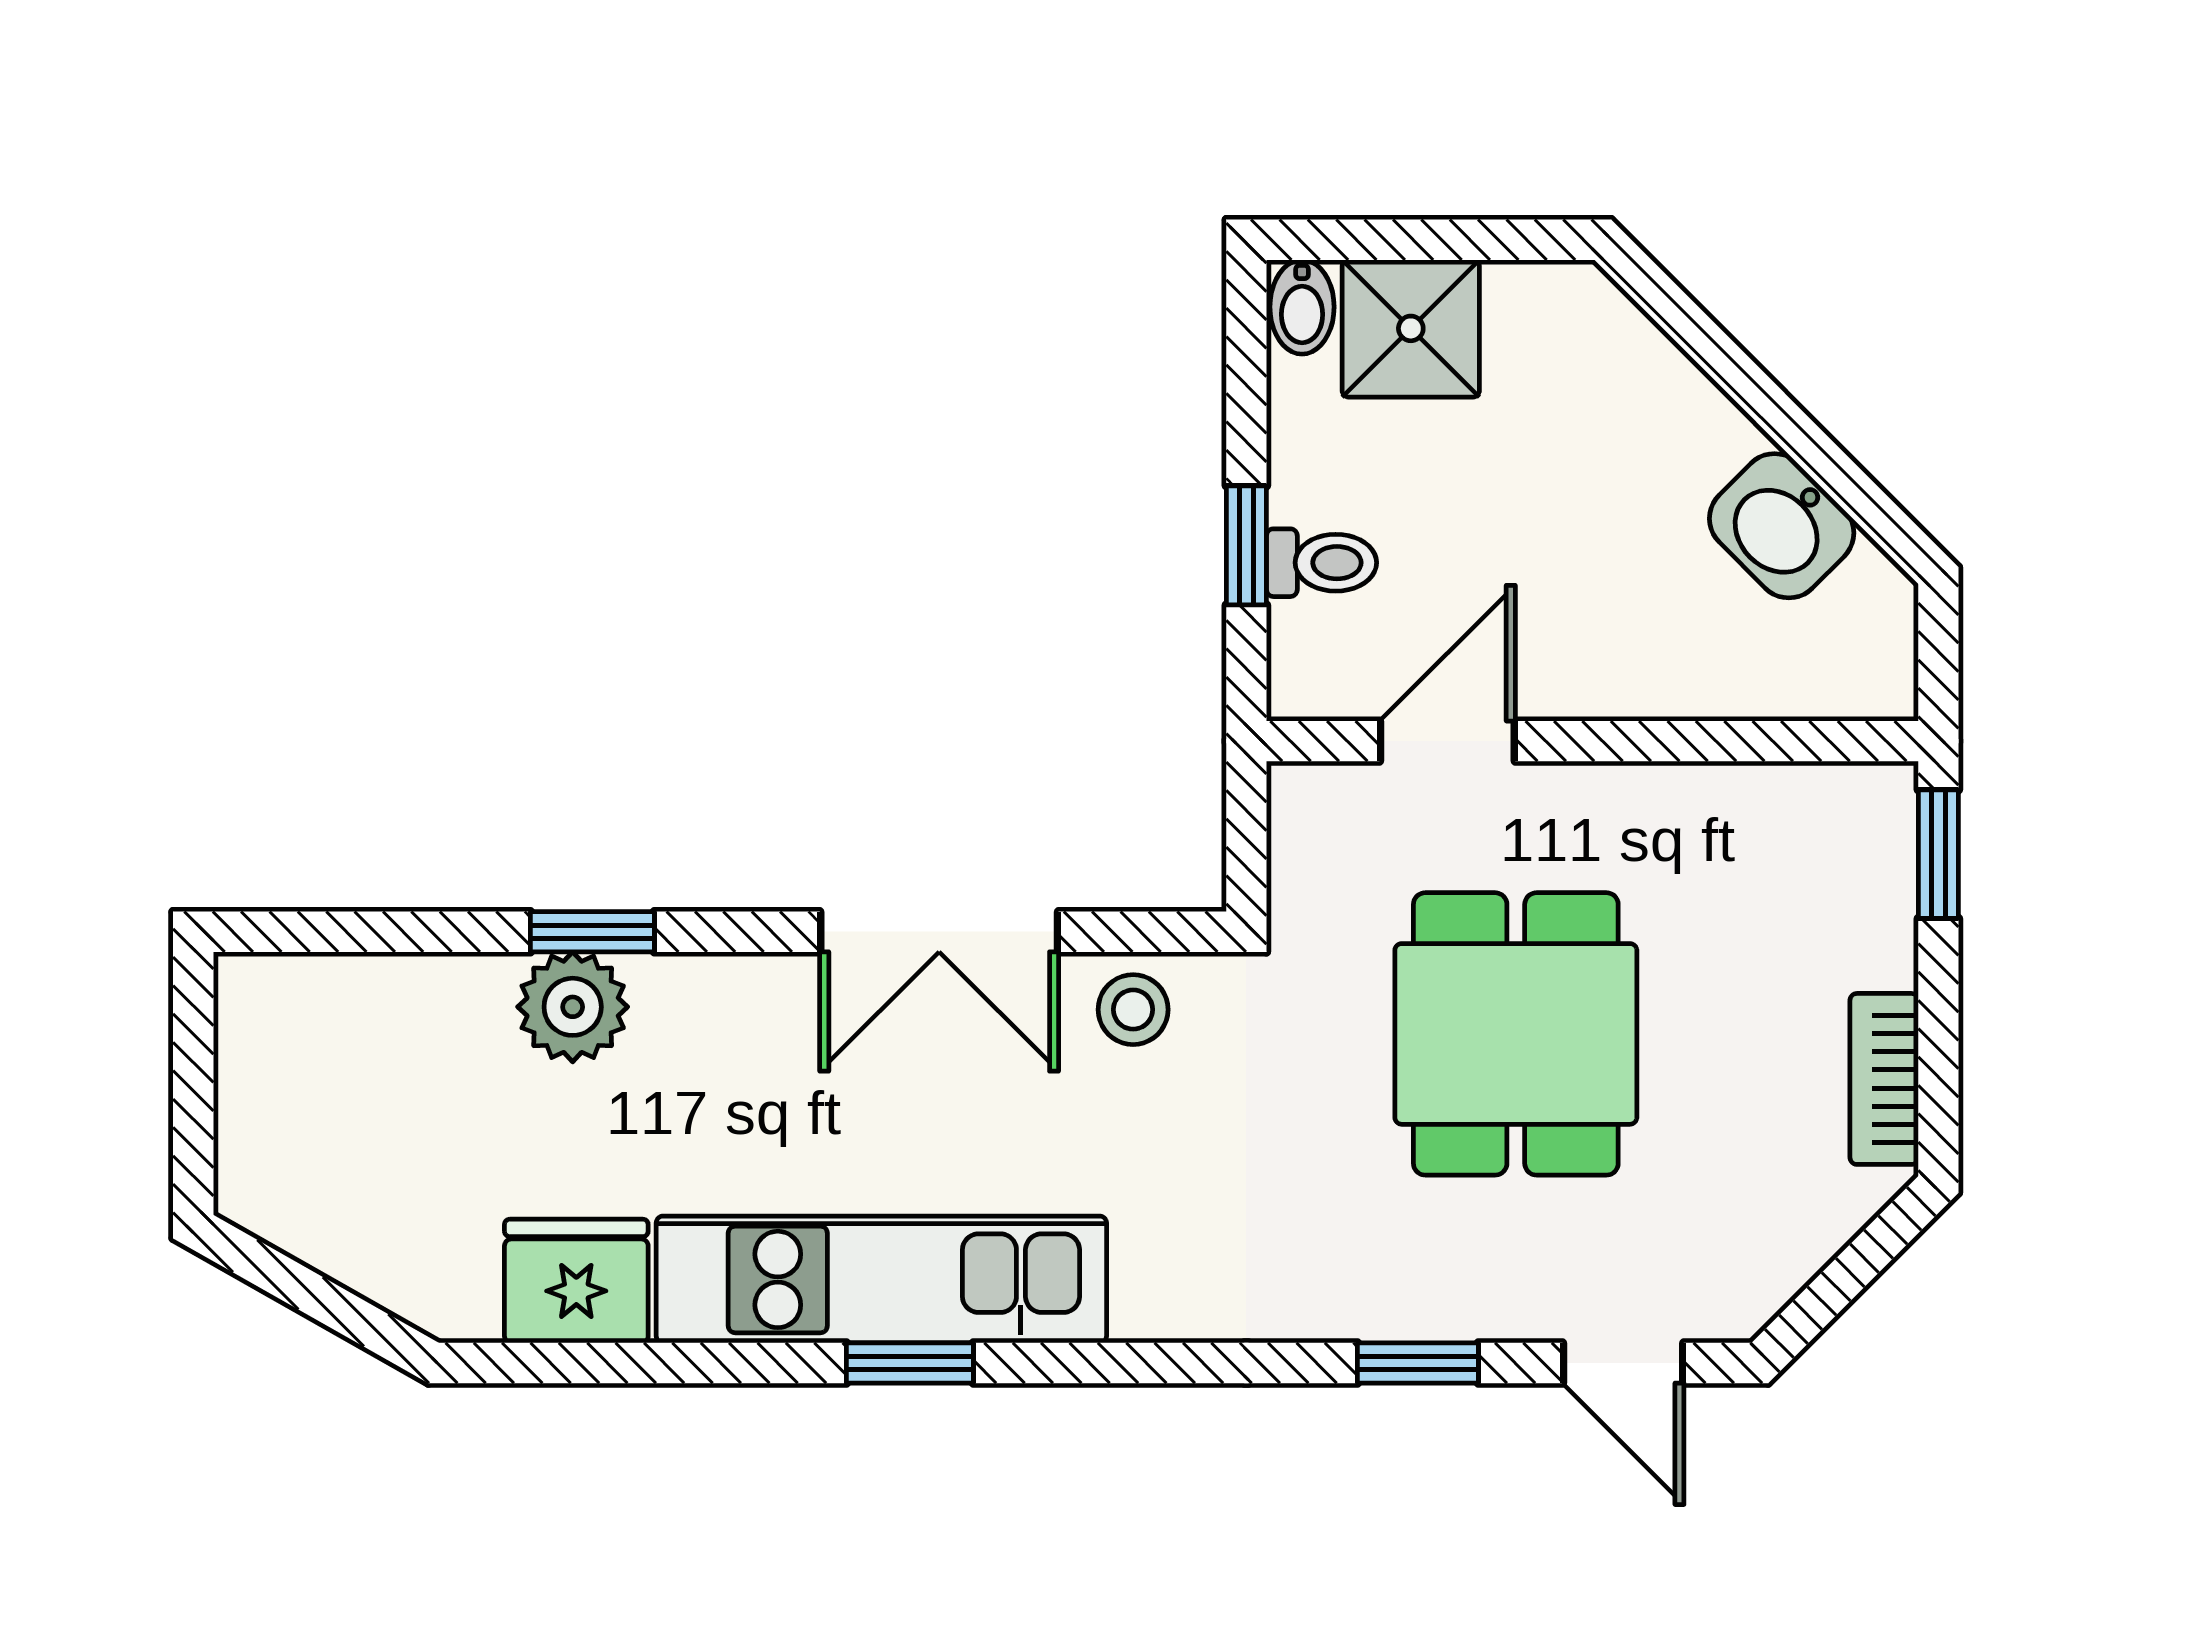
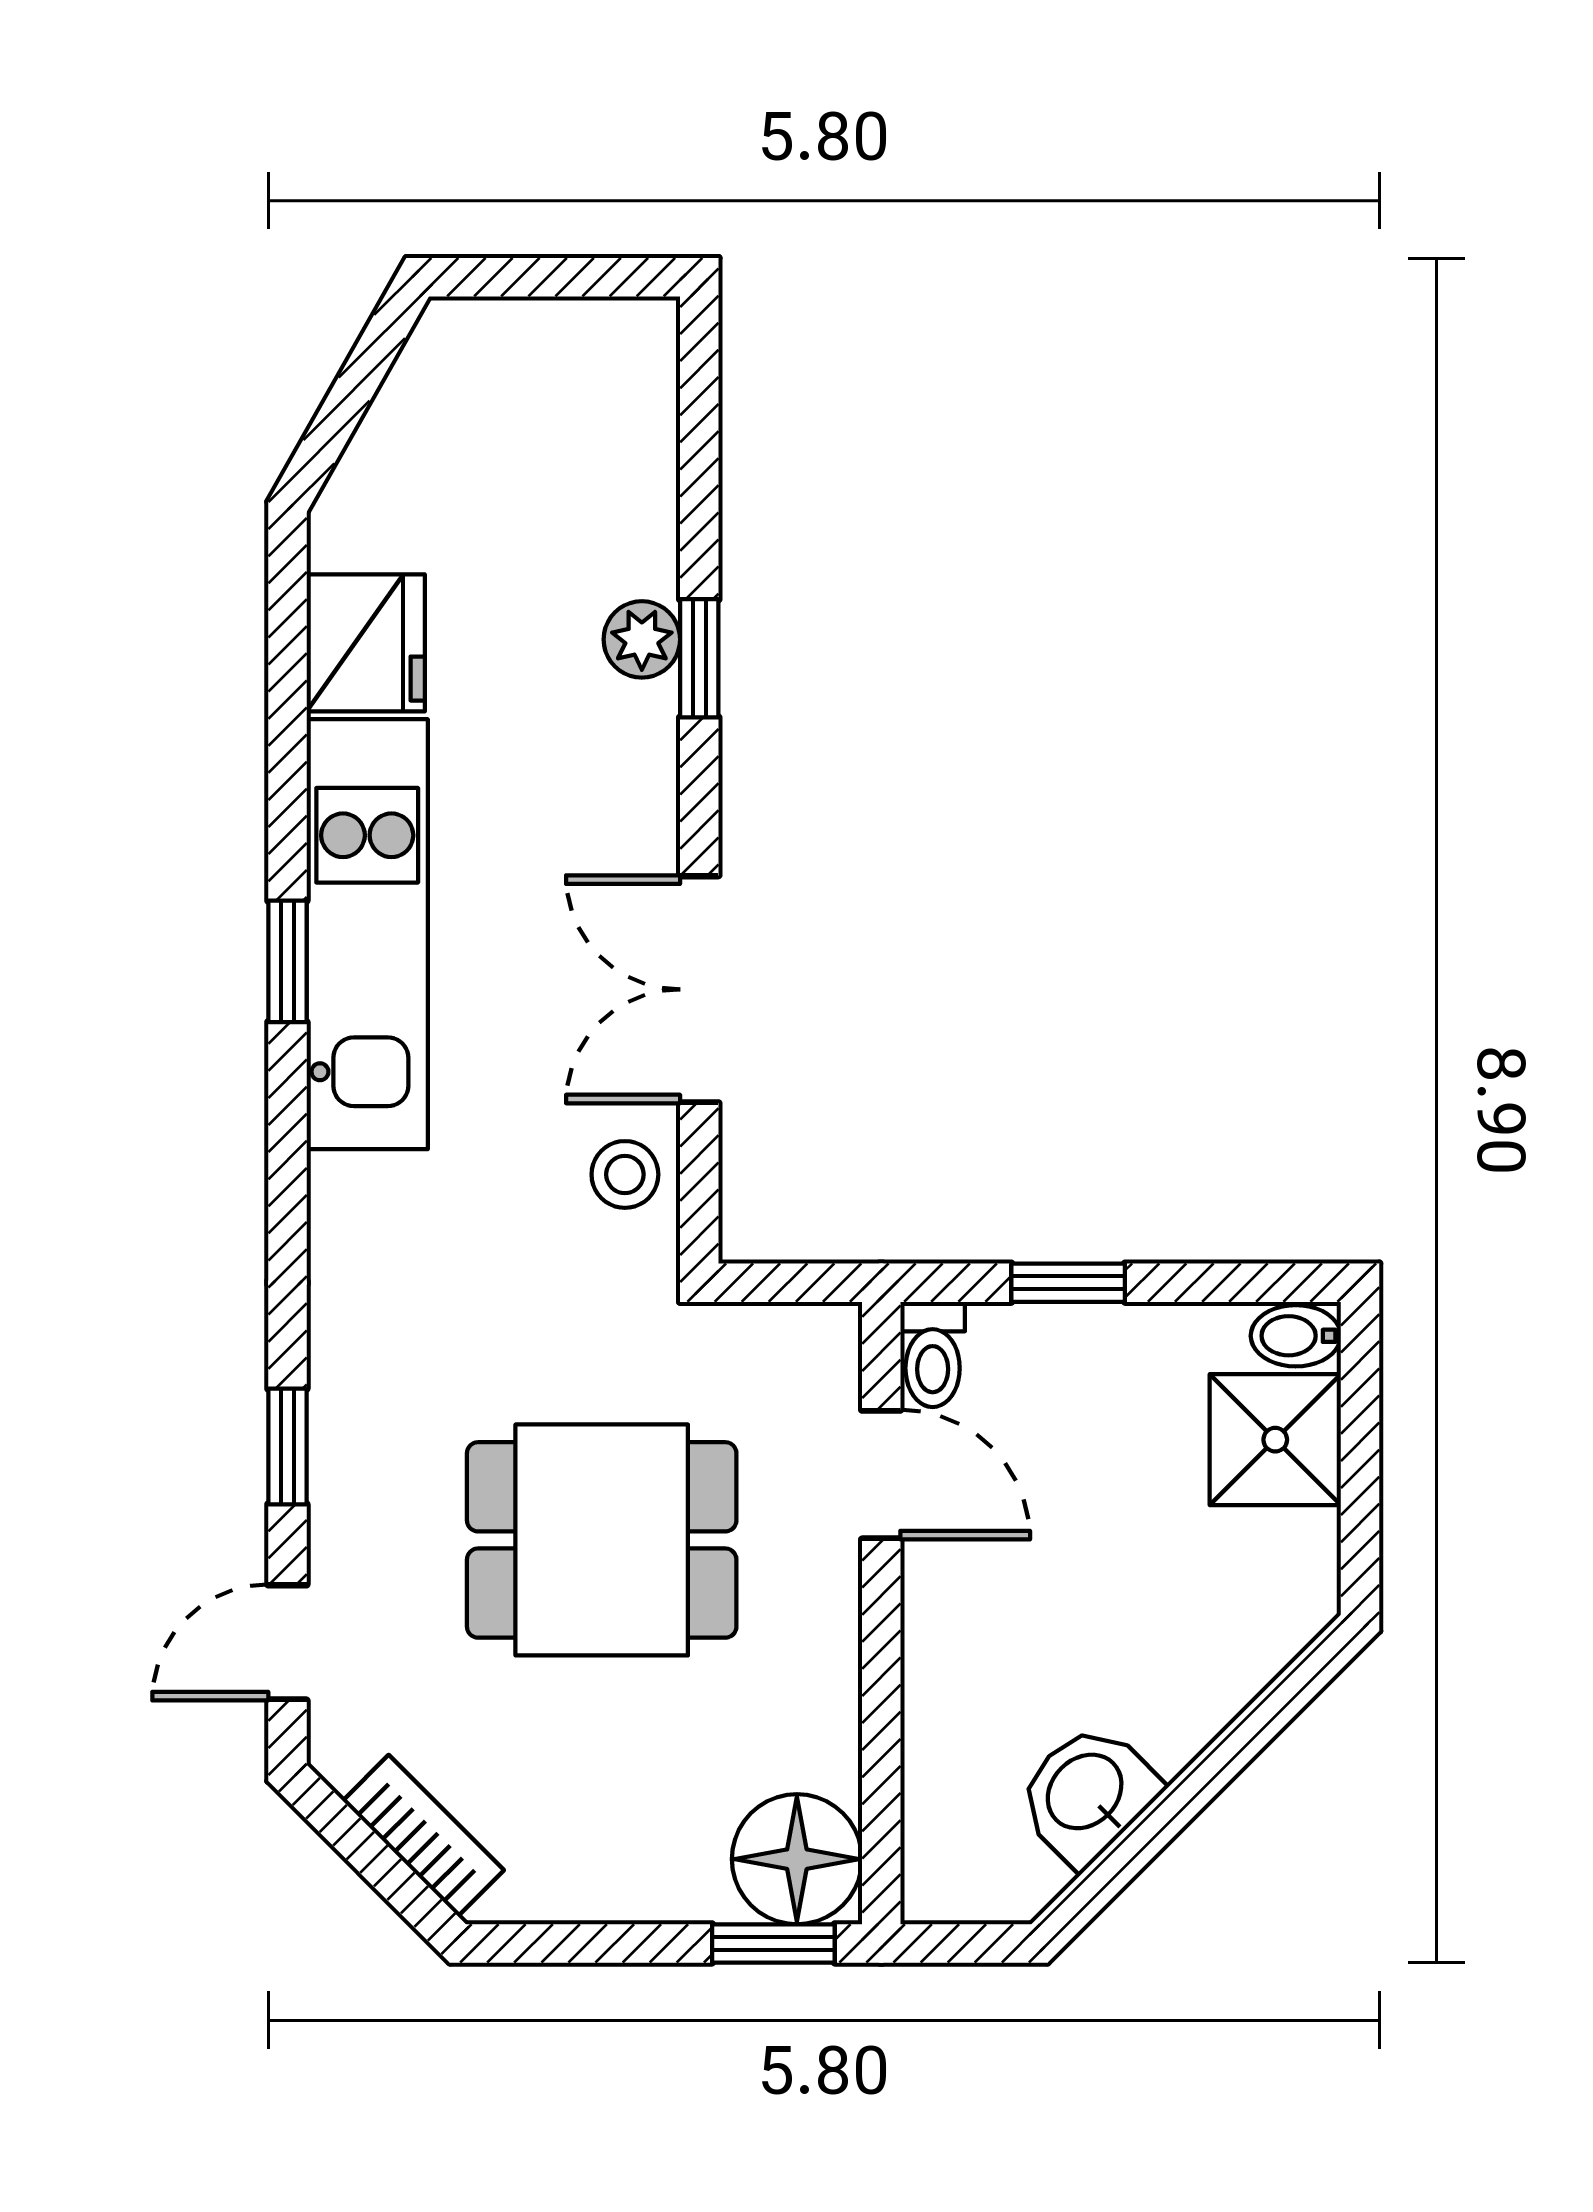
toilet: (1322, 563) -> (933, 1354), moved
floor lamp: (1850, 829) -> (797, 1859), added
plant: (573, 1007) -> (642, 639), width x0.73, depth x0.73
bookcase: (1884, 1079) -> (423, 1836), moved, turned 45

